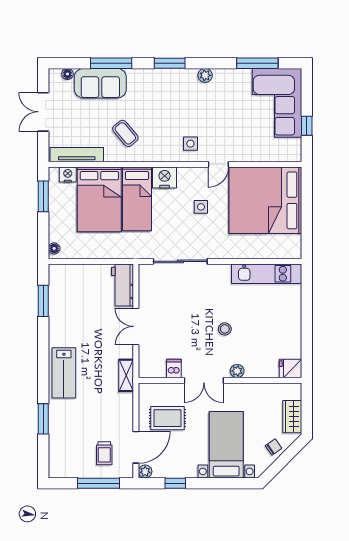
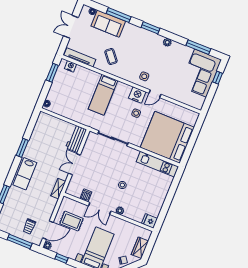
window: (307, 126) -> (218, 78), moved
nightstand: (165, 177) -> (137, 95), moved
bed: (99, 199) -> (82, 87), removed
bed: (265, 200) -> (167, 137), moved
window: (43, 301) -> (22, 148), moved

